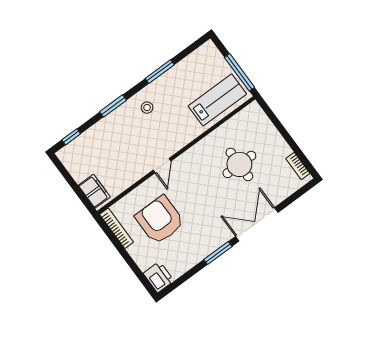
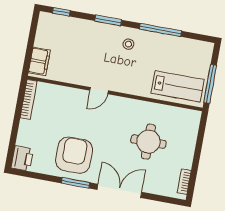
window: (160, 72) -> (161, 30), width x1.44
armchair: (160, 220) -> (74, 155), moved

